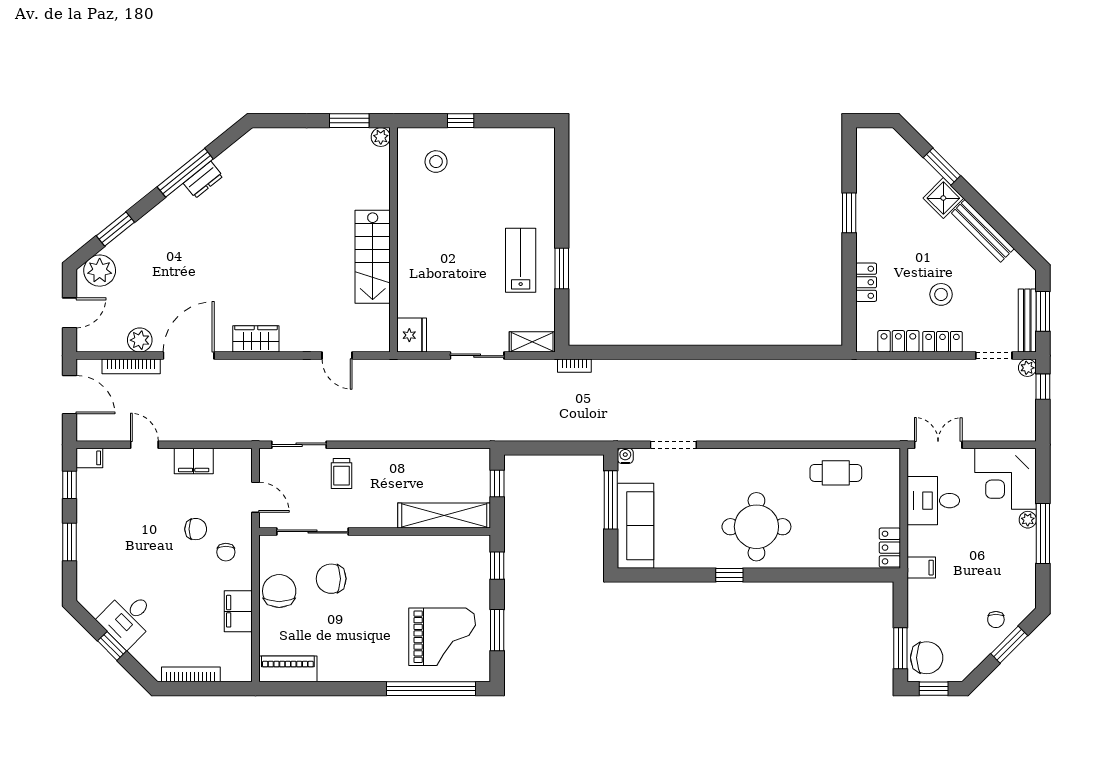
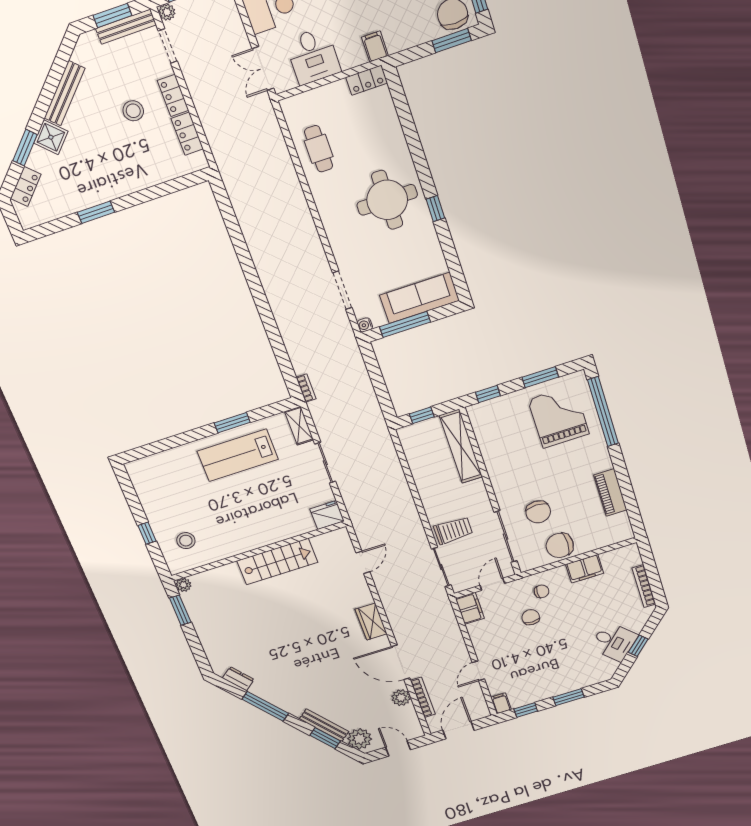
dresser: (203, 180) -> (238, 679), moved
bench: (134, 234) -> (324, 725), added
lab bench: (521, 260) -> (238, 455), width x1.36, depth x1.39
locker: (866, 282) -> (26, 186), moved, turned 135
filing cabinet: (194, 461) -> (470, 608), moved
trolley: (342, 473) -> (453, 530), width x1.36, depth x1.39
piano: (288, 669) -> (610, 492), moved

